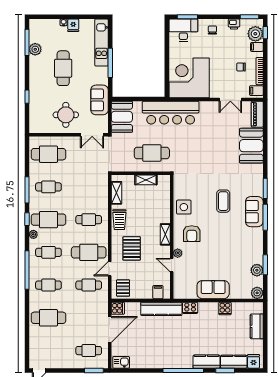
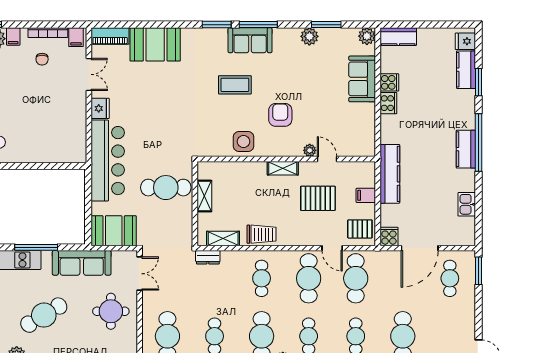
cafe table: (63, 68) -> (44, 315), turned -31
corner desk: (189, 78) -> (58, 134), removed
sofa: (99, 100) -> (82, 263), width x1.36
fridge: (207, 107) -> (100, 108), added
cafe table: (152, 153) -> (166, 188), turned 90
dresser: (103, 182) -> (208, 257), added
armchair: (192, 234) -> (280, 115), moved, turned -90
pallet: (132, 248) -> (318, 198), moved
door: (172, 265) -> (327, 159), swing flipped
plant: (257, 270) -> (309, 36), moved
cafe table: (89, 285) -> (356, 278), width x1.37, depth x1.35
sofa: (213, 290) -> (362, 79), moved
filing cabinet: (158, 292) -> (366, 195), moved
cooker: (190, 308) -> (388, 103), moved
kitchen counter: (257, 326) -> (398, 37), moved
door: (110, 330) -> (420, 248), swing flipped
kitchen sink: (121, 362) -> (467, 204), moved
kitchen counter: (207, 362) -> (466, 149), moved

